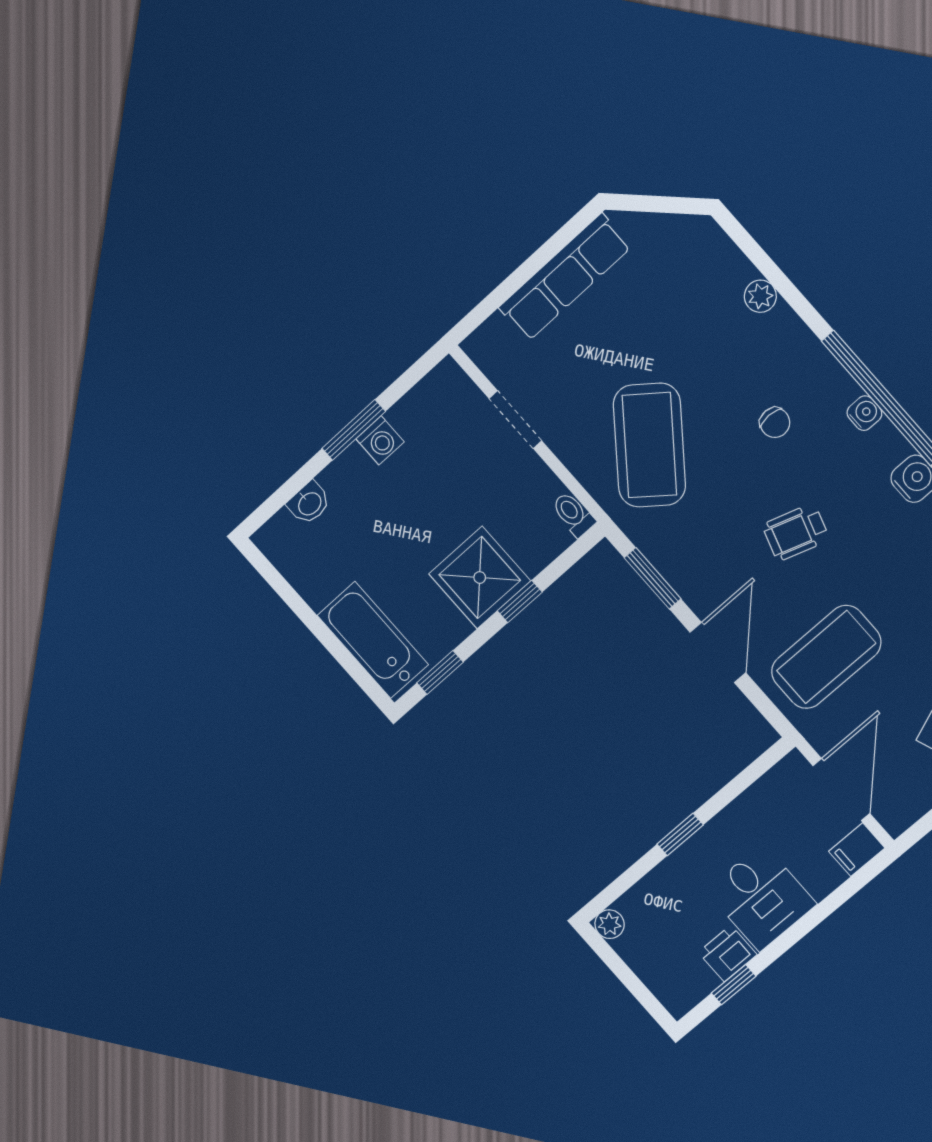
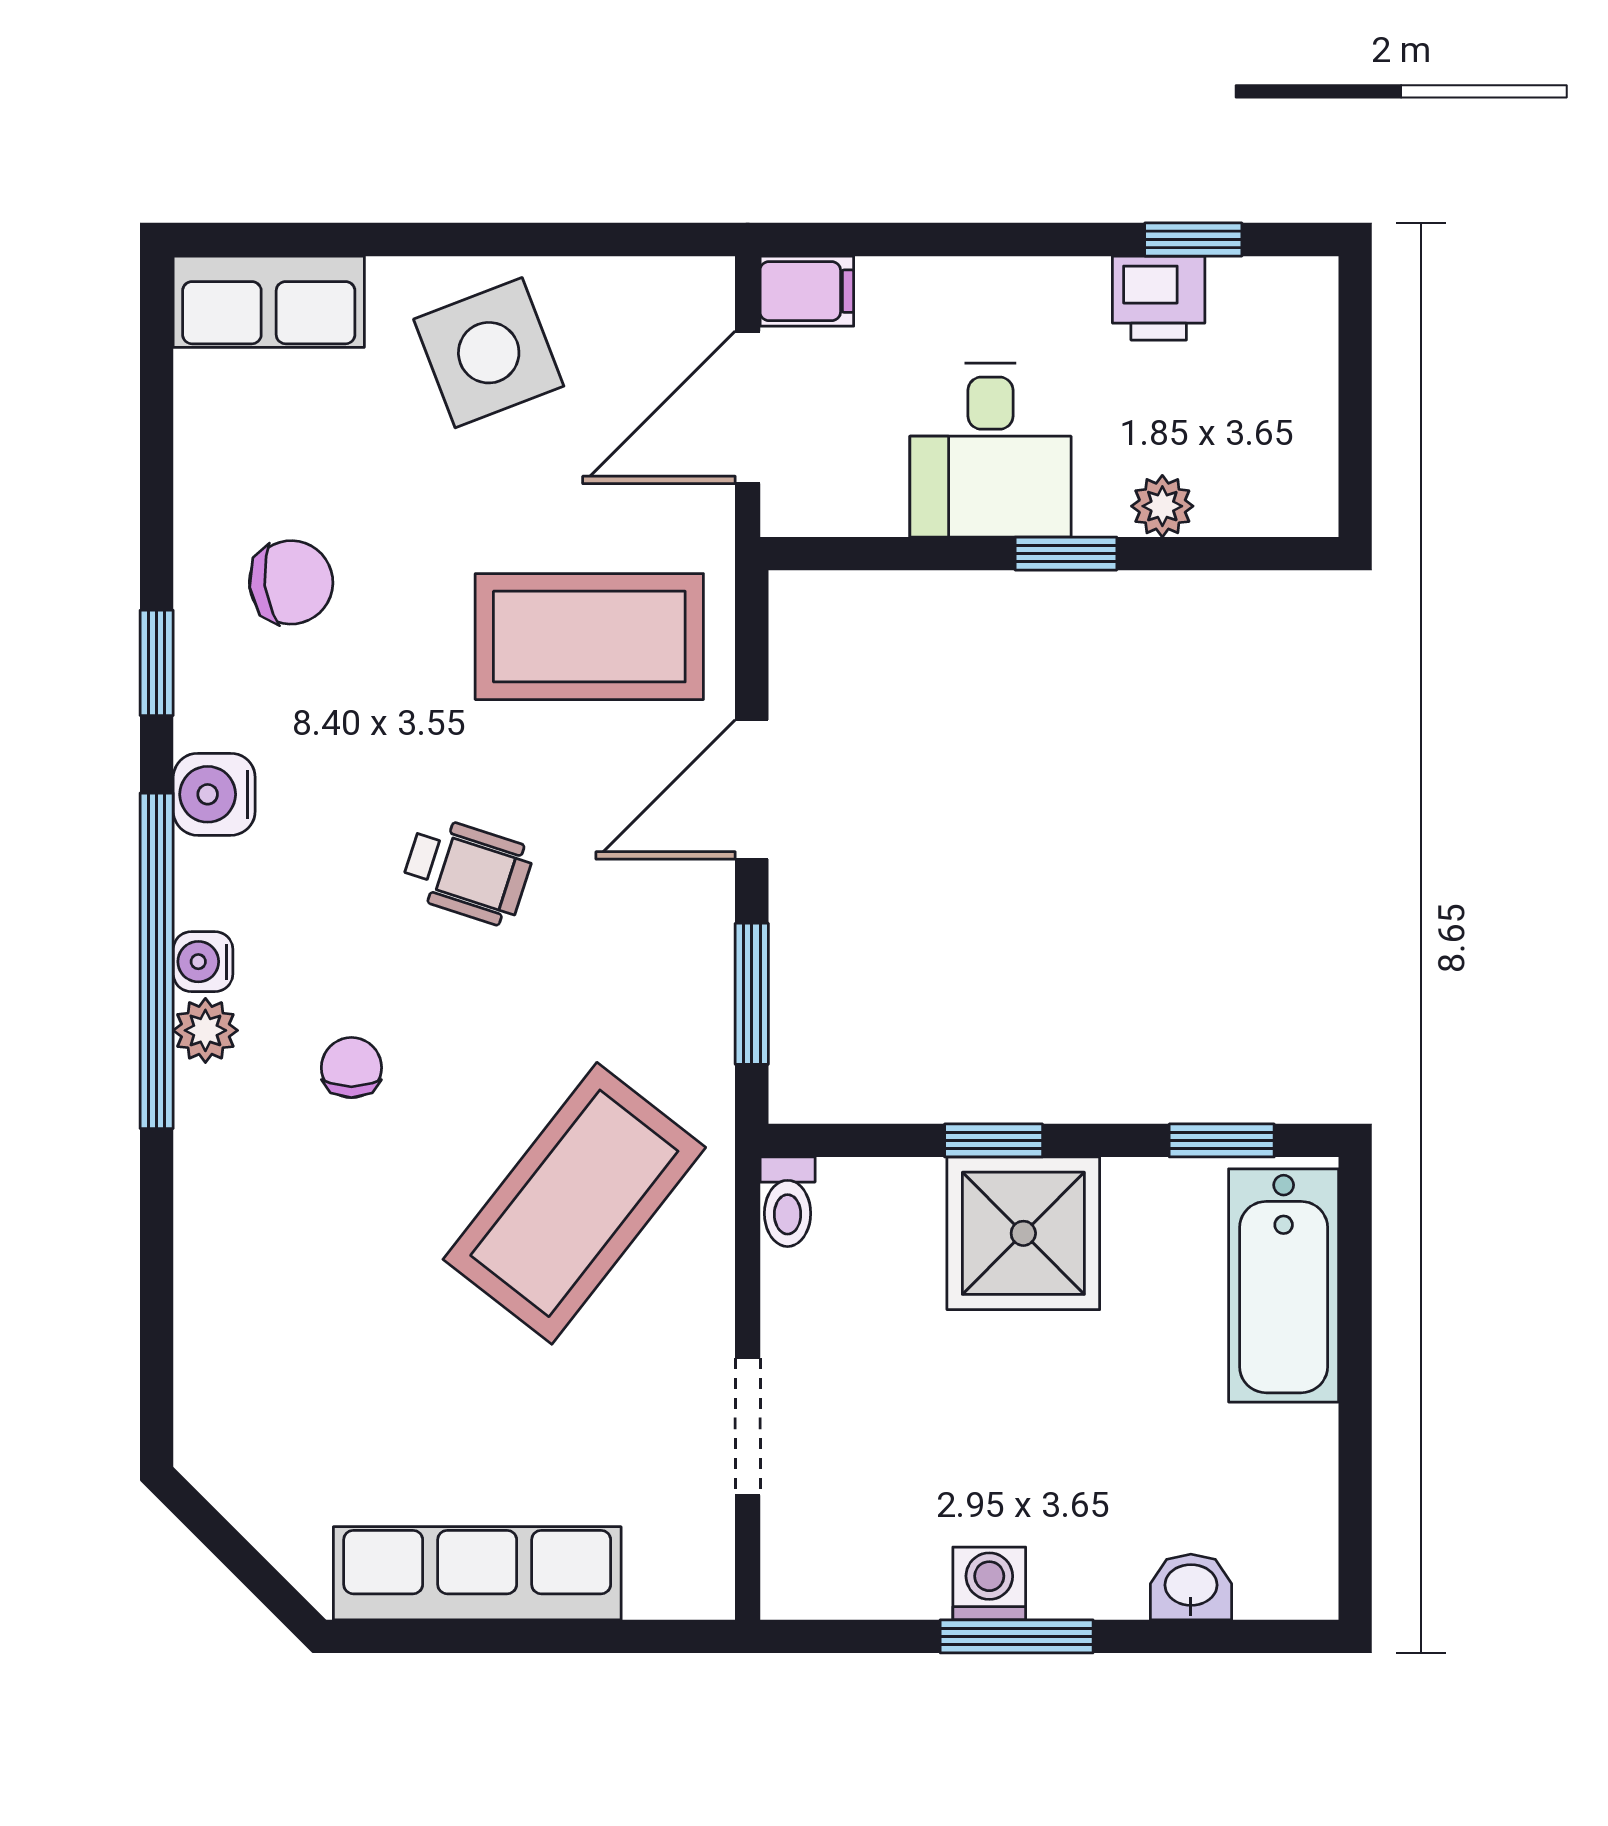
plant: (760, 296) -> (205, 1030), moved
desk: (761, 897) -> (990, 450), moved, turned 180
plant: (610, 924) -> (1162, 506), moved

